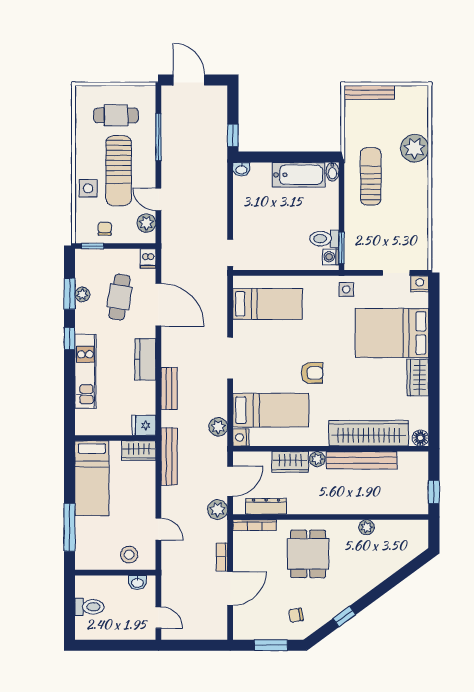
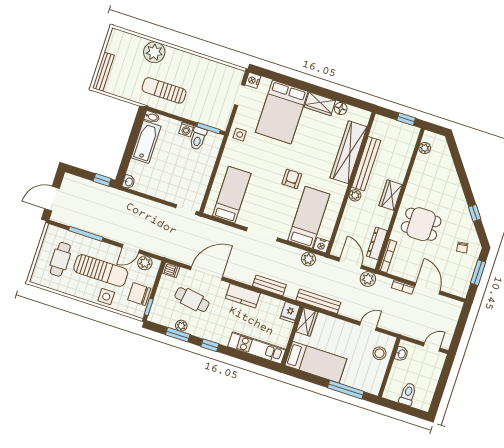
chair: (105, 229) -> (139, 294), width x1.87, depth x1.87
washing machine: (331, 257) -> (186, 129), moved
kitchen unit: (85, 371) -> (257, 348), moved
floor lamp: (420, 438) -> (341, 109), moved
wardrobe: (290, 462) -> (391, 195), moved, turned 180
plant: (367, 527) -> (425, 148), moved

